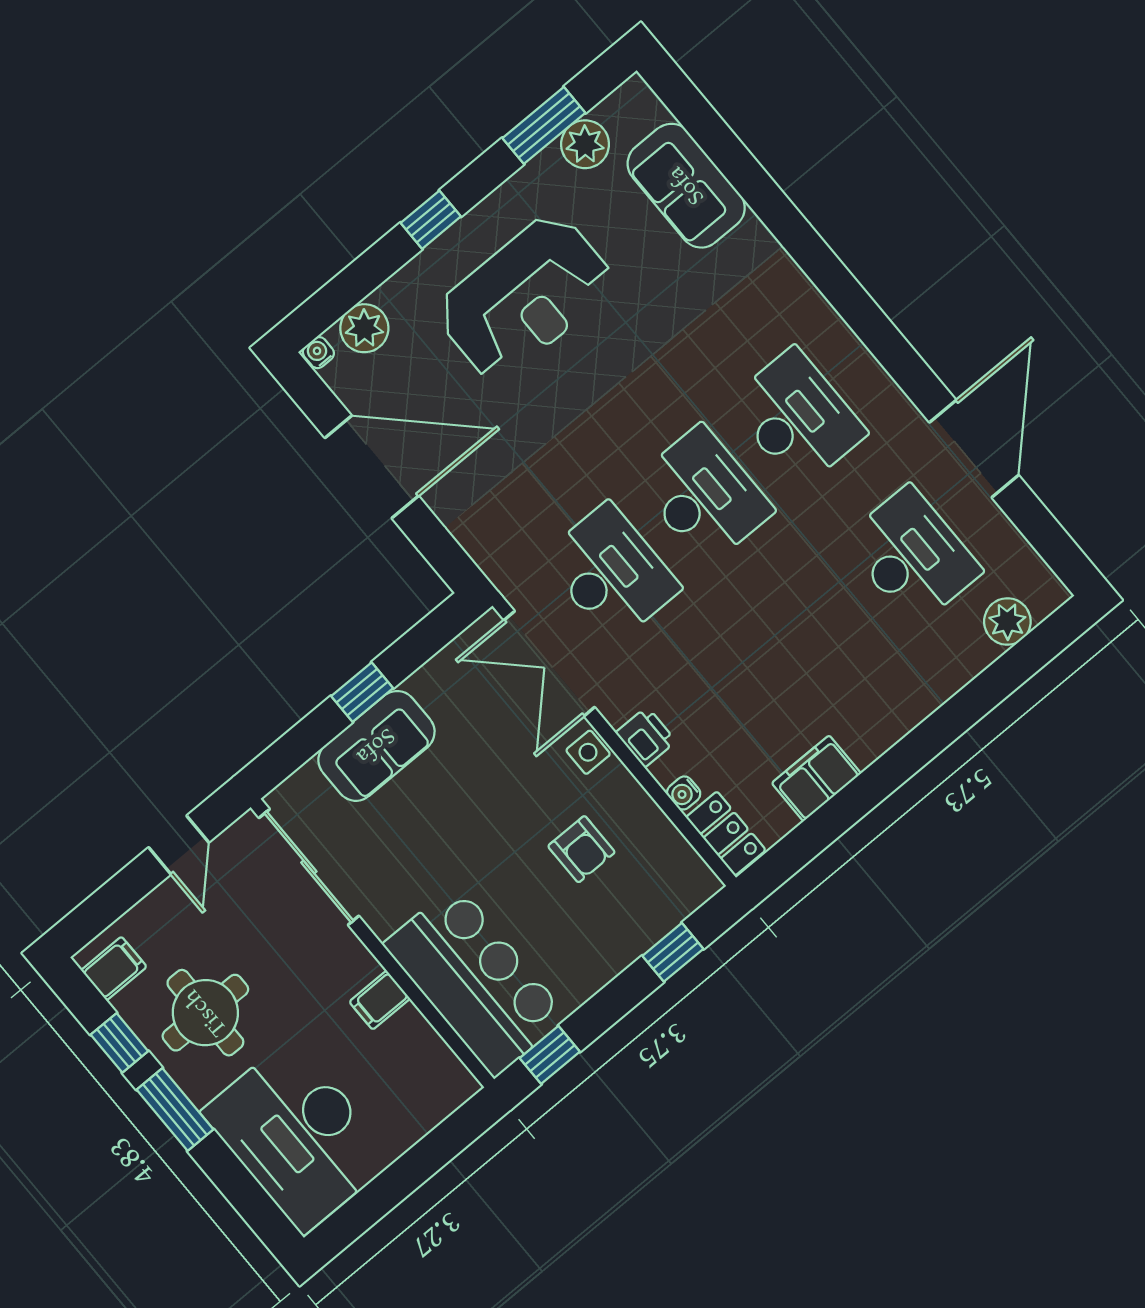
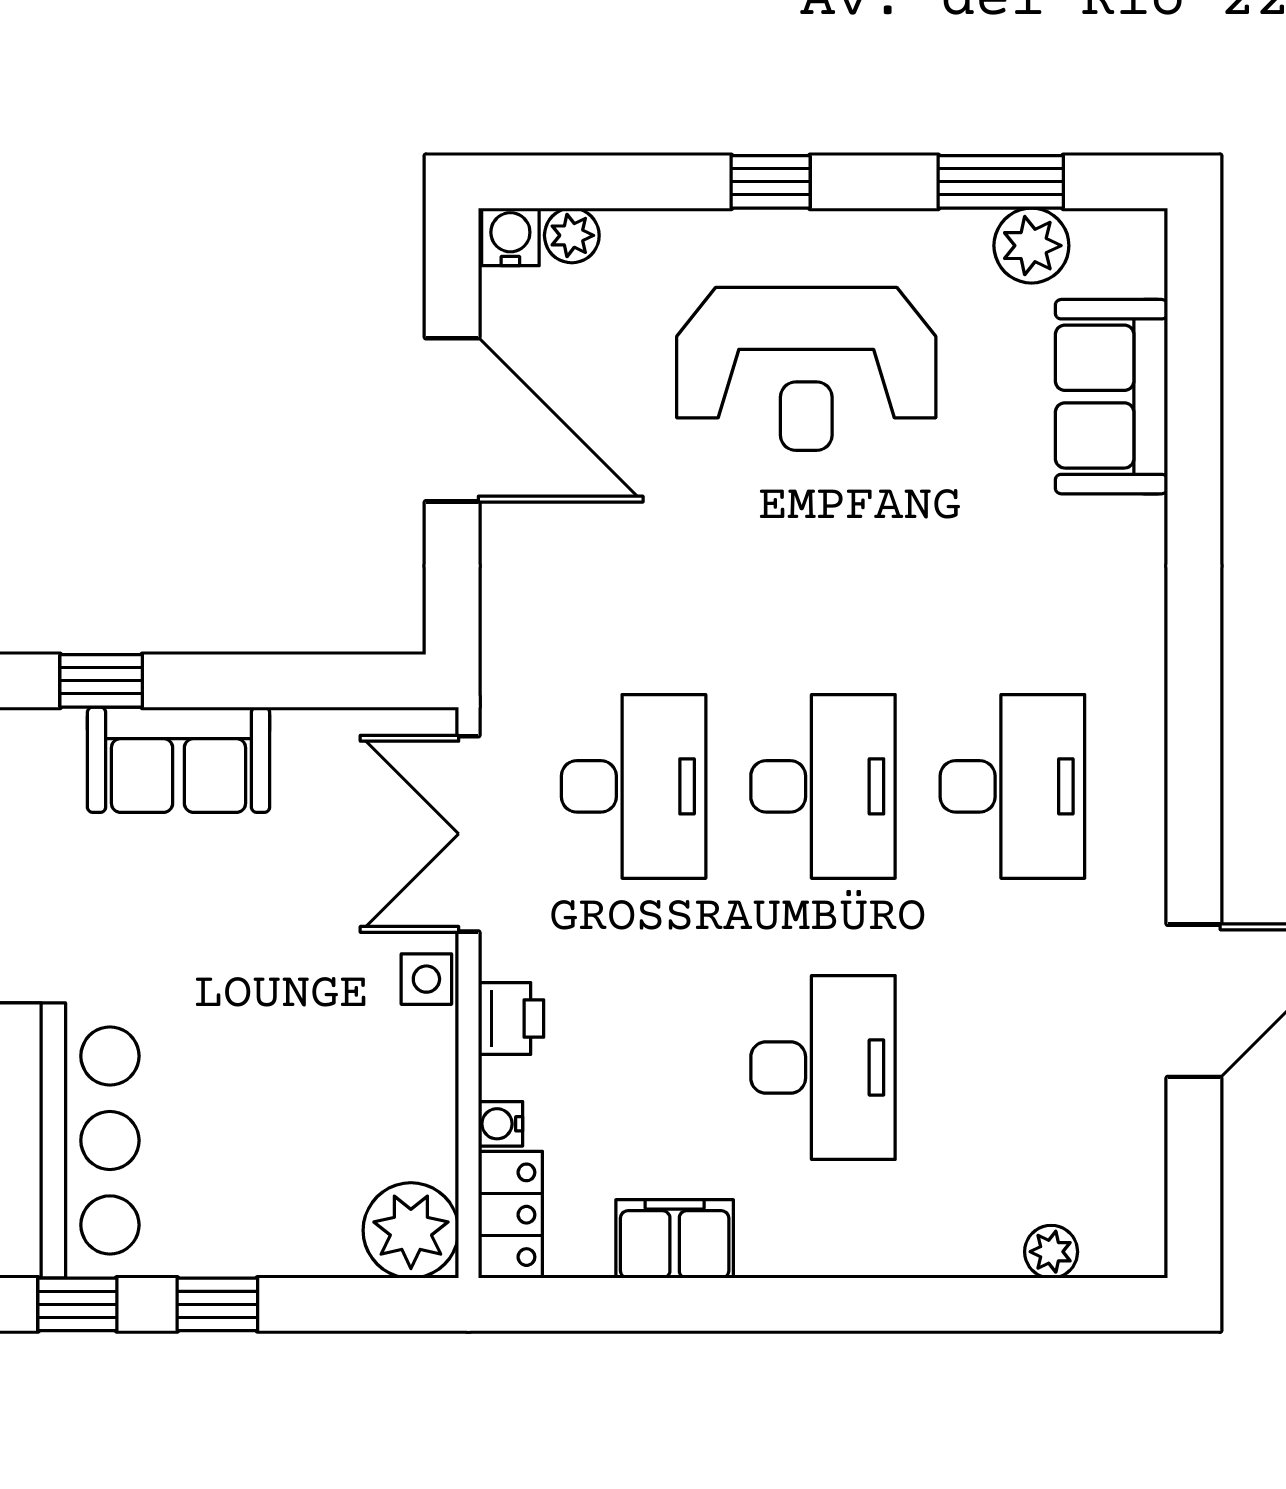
plant: (364, 328) -> (572, 235), width x0.73, depth x0.73
water cooler: (318, 353) -> (510, 237), width x1.38, depth x1.38
desk: (912, 556) -> (823, 1068), moved
plant: (1007, 622) -> (1051, 1252), width x0.73, depth x0.73
window: (362, 692) -> (101, 681), moved
armchair: (581, 849) -> (321, 1089), removed
plant: (683, 882) -> (411, 1230), added
window: (673, 952) -> (217, 1304), moved

